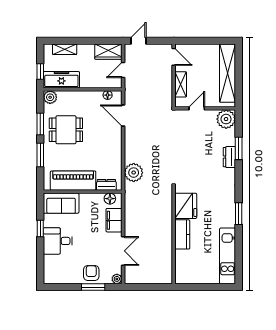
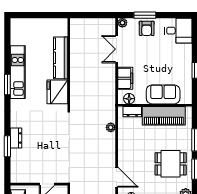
plant: (226, 119) -> (19, 174), removed
plant: (134, 173) -> (111, 127), width x0.53, depth x0.53
sofa: (61, 203) -> (163, 94), moved
kitchen counter: (182, 234) -> (61, 58), width x1.50
desk: (58, 241) -> (178, 31), moved
kitchen unit: (228, 256) -> (18, 72), moved

